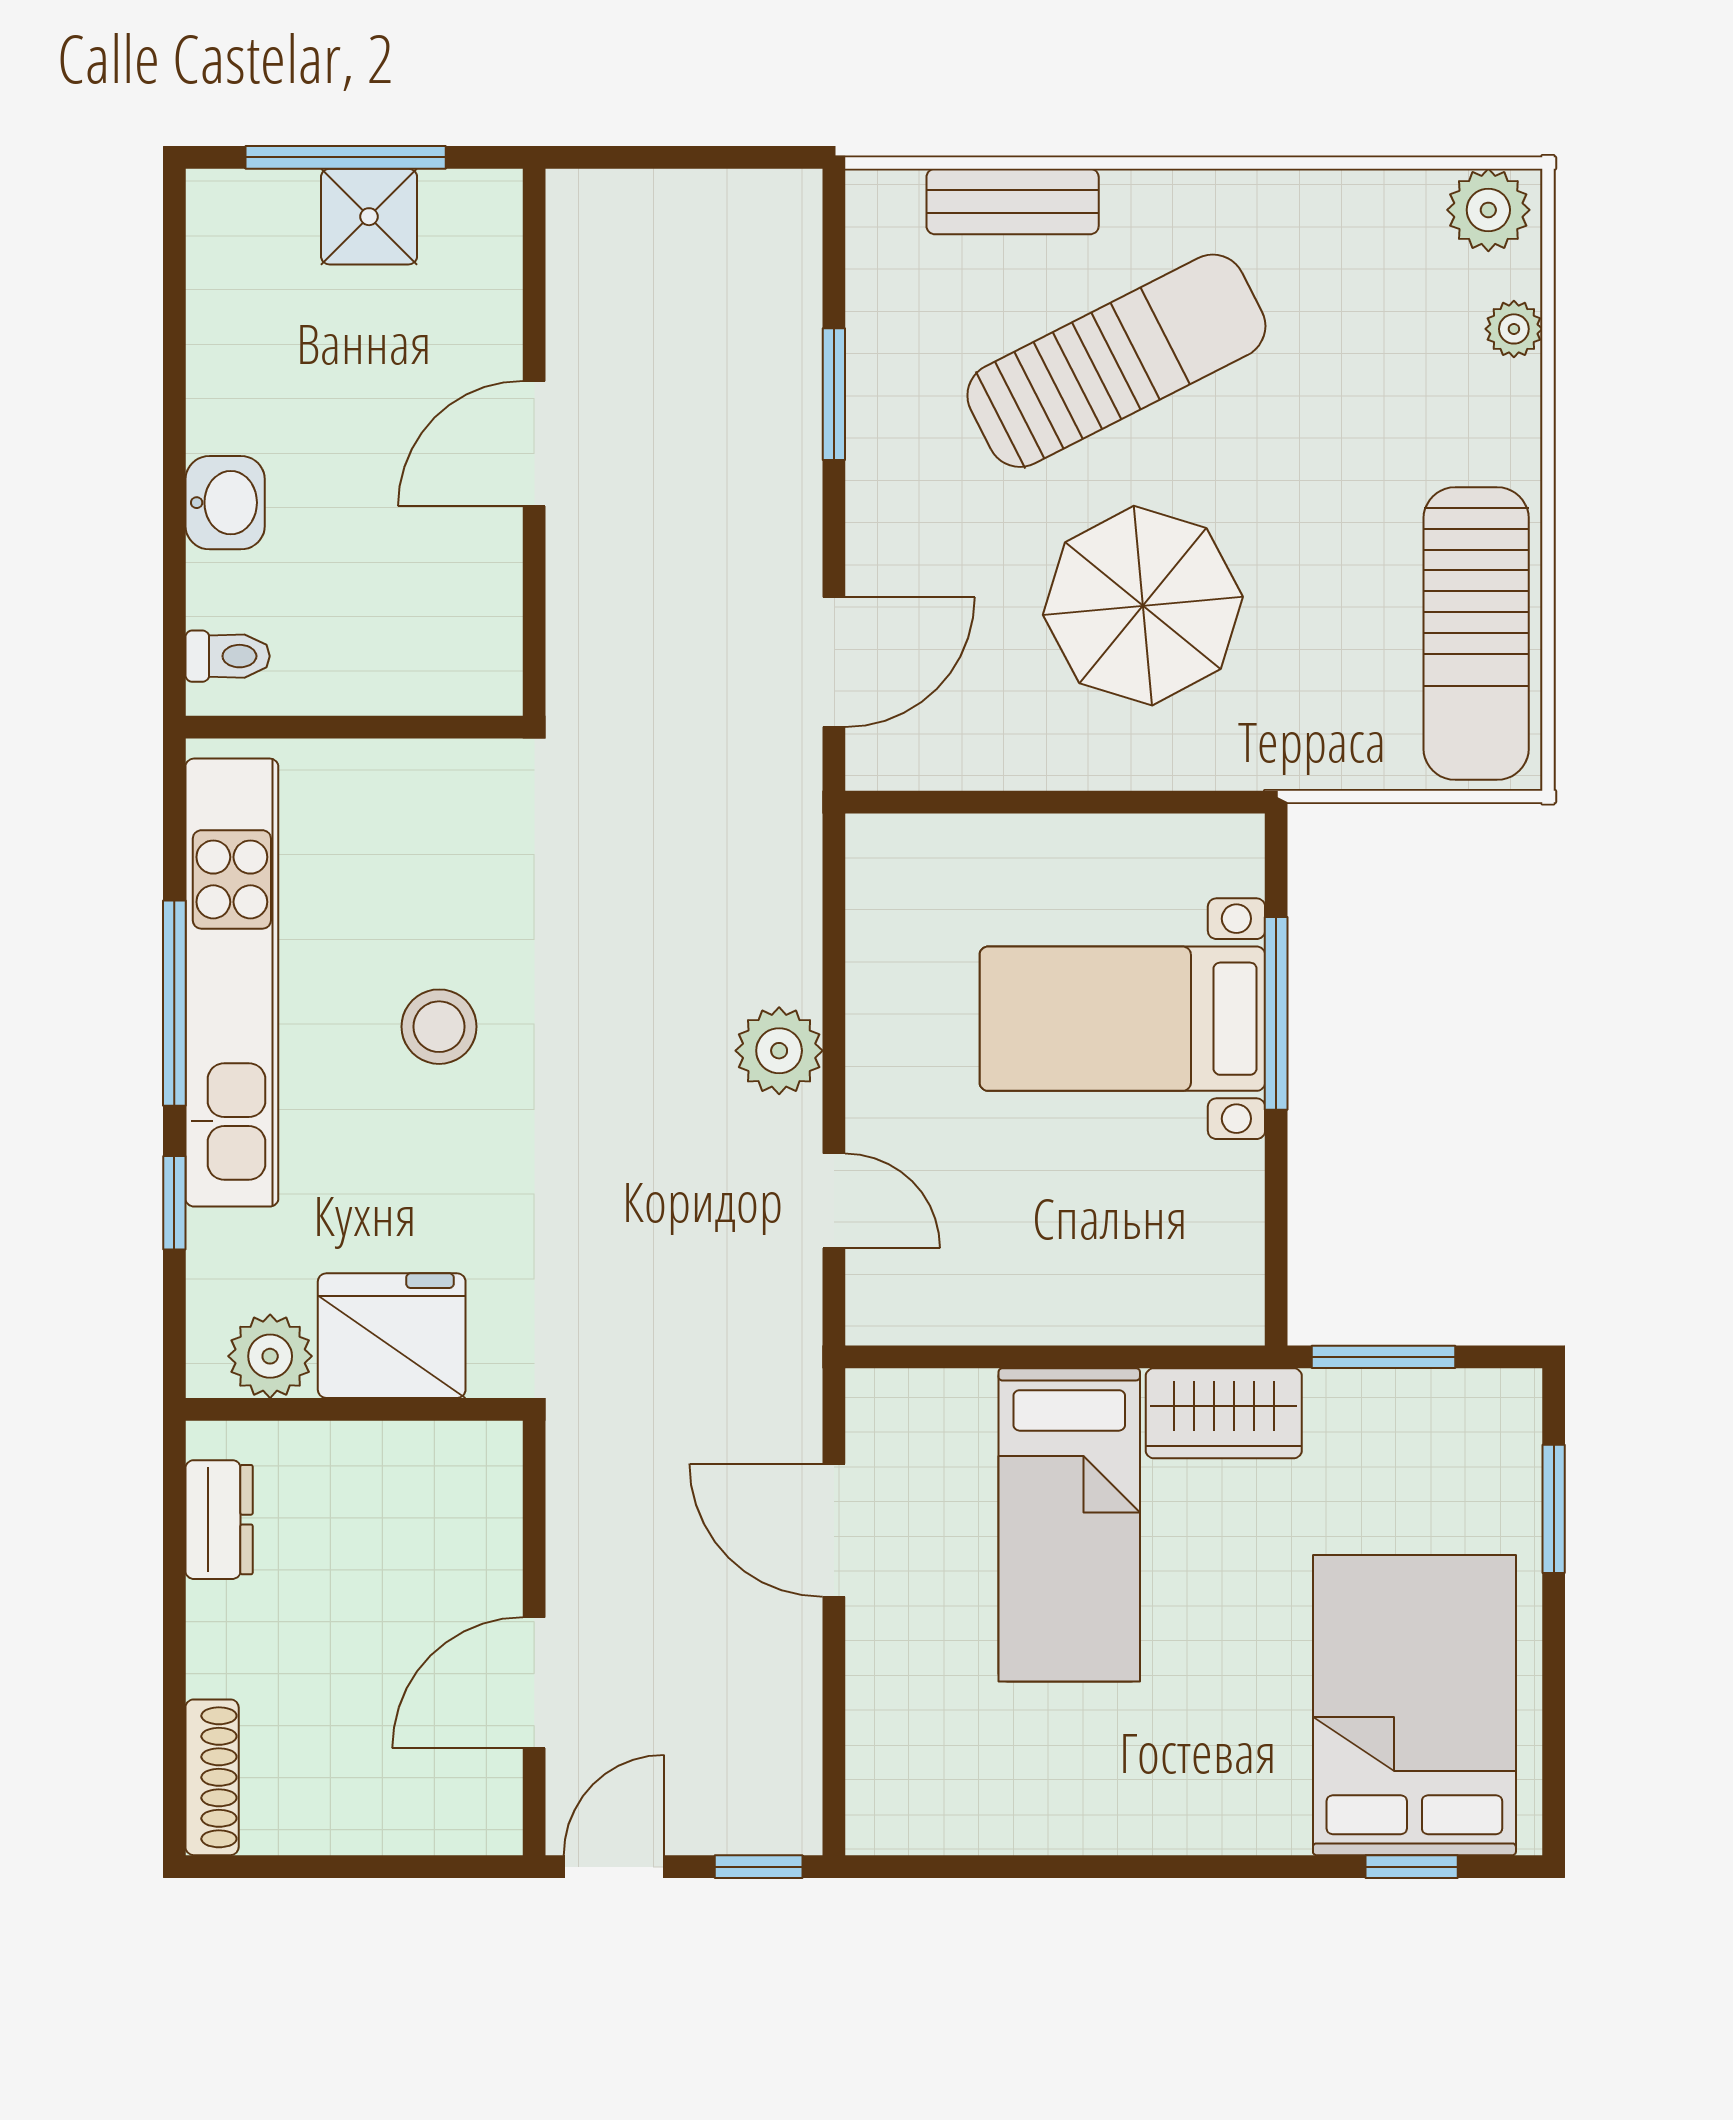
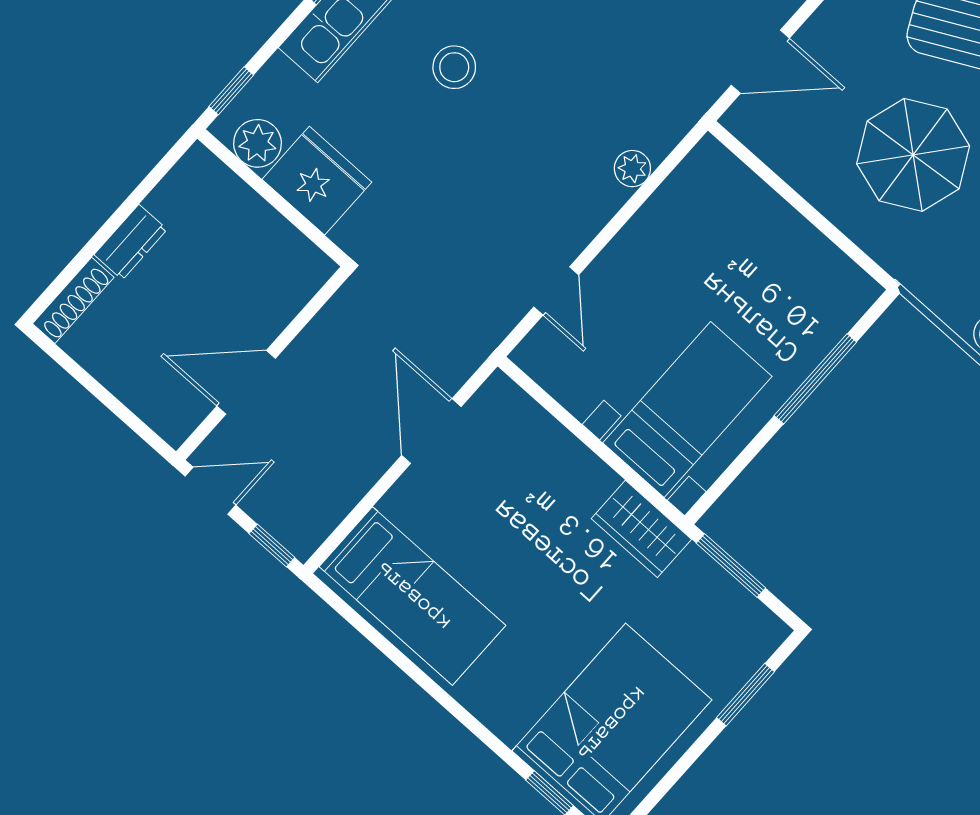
bed with nightstands: (1122, 1019) -> (687, 410), moved, turned 90
plant: (779, 1051) -> (632, 169), moved, width x0.73, depth x0.73
window: (174, 1203) -> (231, 91), moved
dresser: (219, 1520) -> (131, 242), moved
bed: (1069, 1525) -> (412, 596), moved, turned -90

